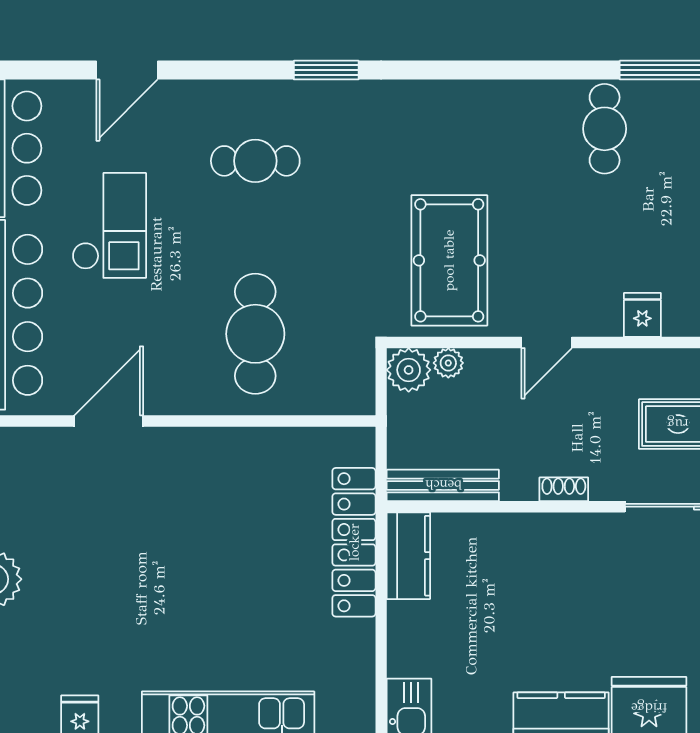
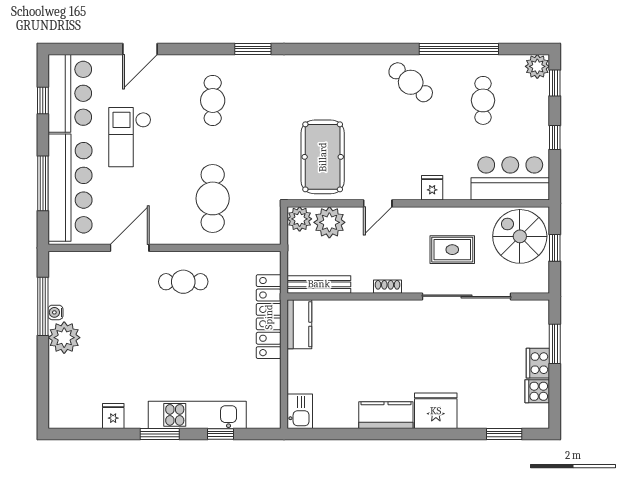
cafe table: (605, 129) -> (411, 82), turned -50
cafe table: (255, 161) -> (213, 100), turned 90
checkout: (109, 225) -> (130, 137), turned 180
plant: (448, 363) -> (329, 222), width x1.88, depth x1.88
cafe table: (203, 481) -> (183, 282), added

